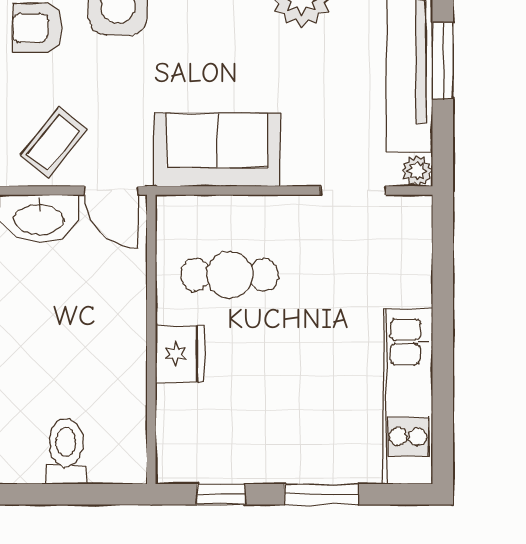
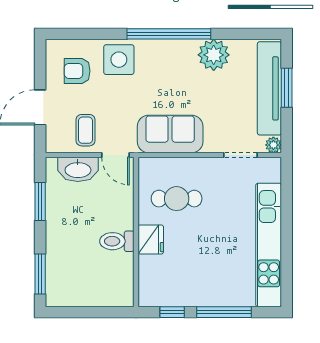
coffee table: (54, 143) -> (86, 130), turned -38
kitchen unit: (408, 396) -> (269, 245), width x1.36
toilet: (66, 451) -> (117, 241), moved, turned -90
window: (321, 494) -> (224, 312), width x1.44

